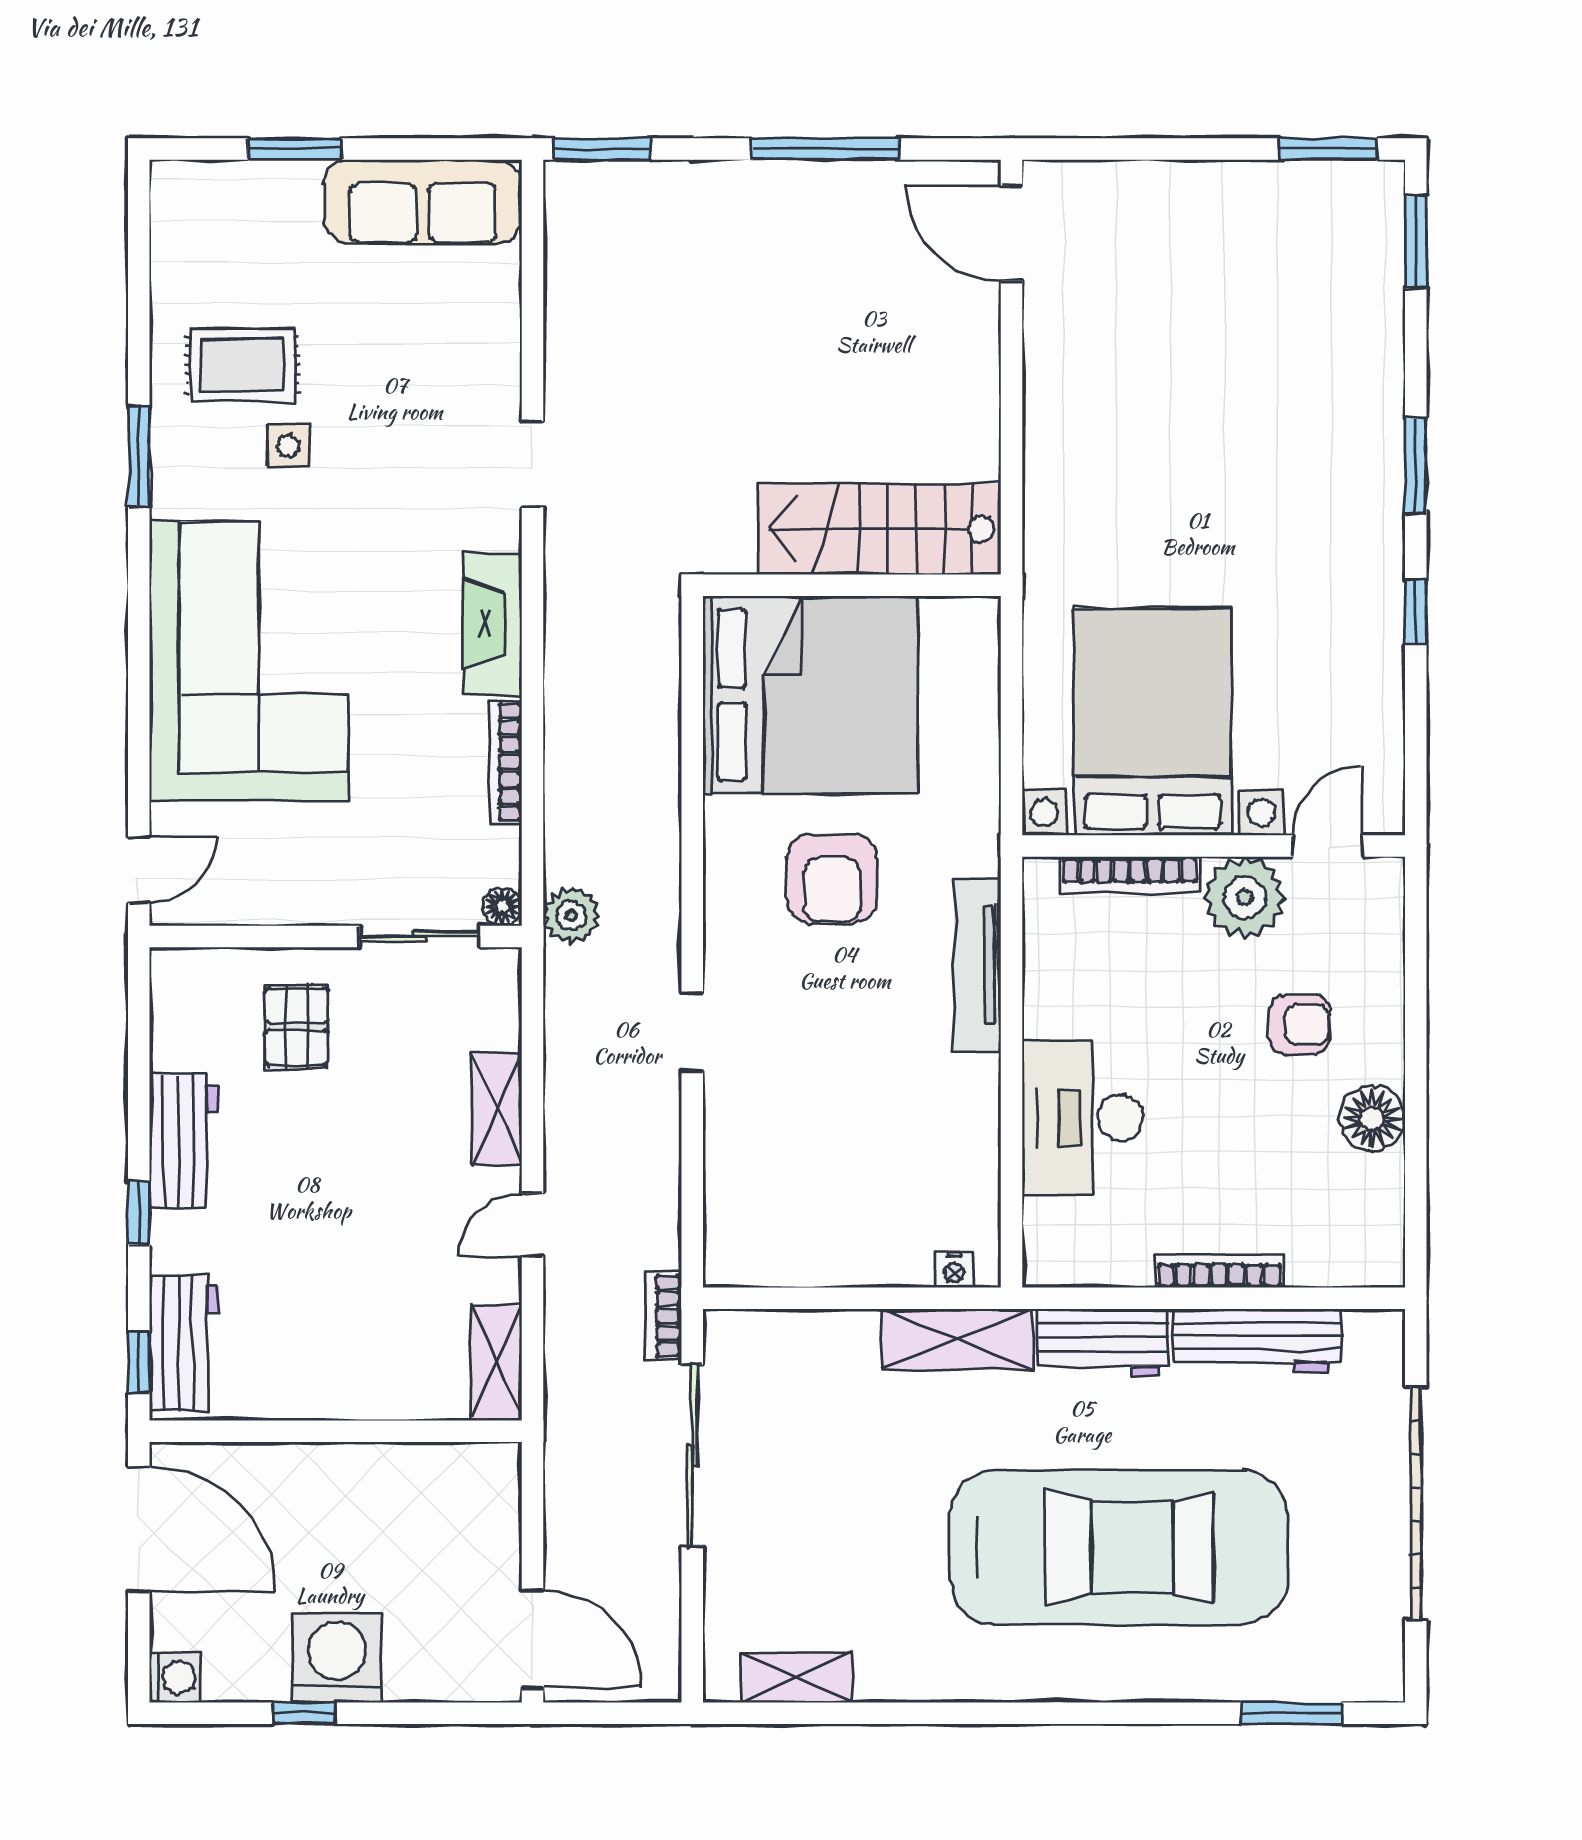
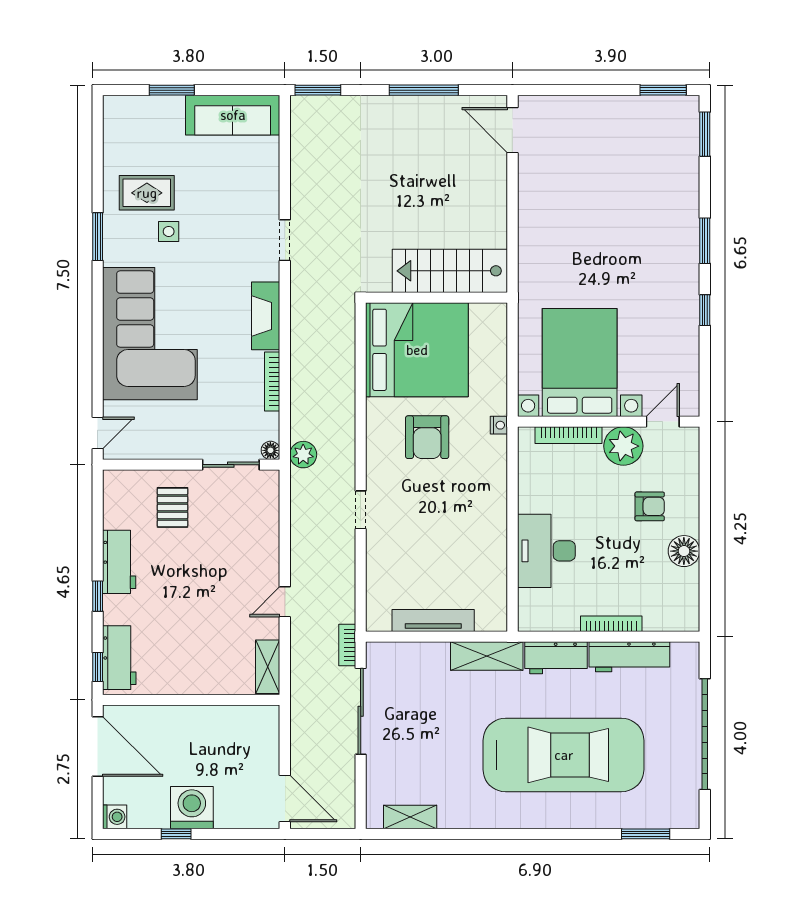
tv unit: (977, 965) -> (433, 620), moved, turned 90
shelving: (497, 1109) -> (268, 547), removed
nightstand: (954, 1270) -> (499, 425), moved, turned -90

